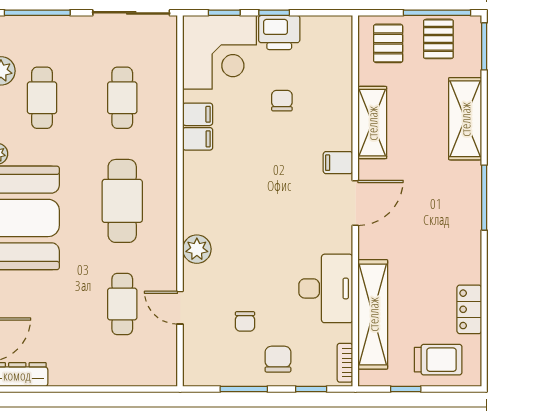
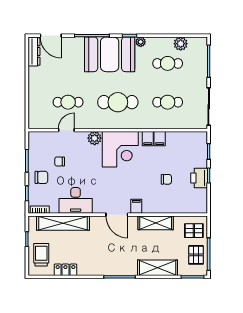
pallet: (438, 39) -> (196, 255), turned 90
corner desk: (220, 52) -> (120, 149), moved, turned -90
trolley: (438, 360) -> (41, 255), turned 180

